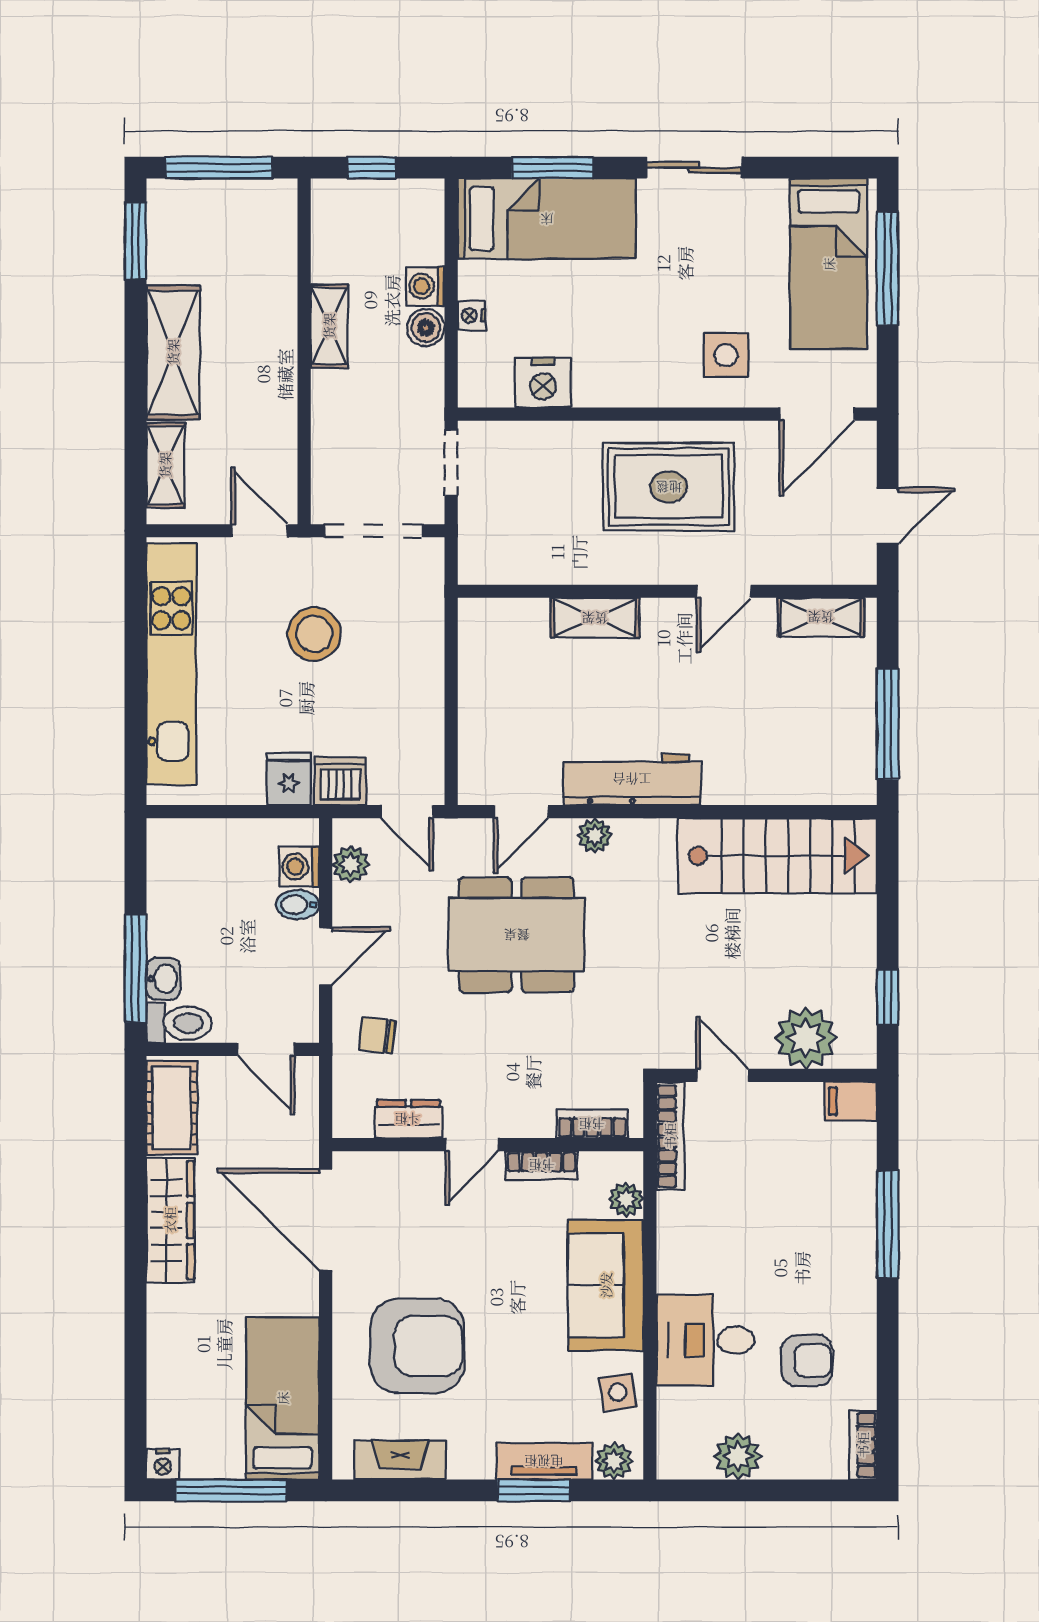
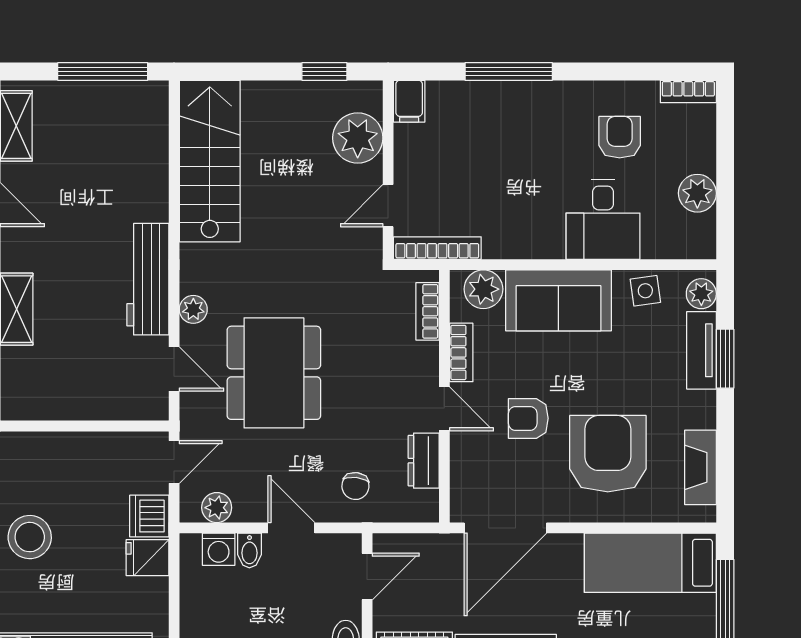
plant: (626, 1199) -> (483, 289), width x1.38, depth x1.38
armchair: (460, 1248) -> (528, 418), added

